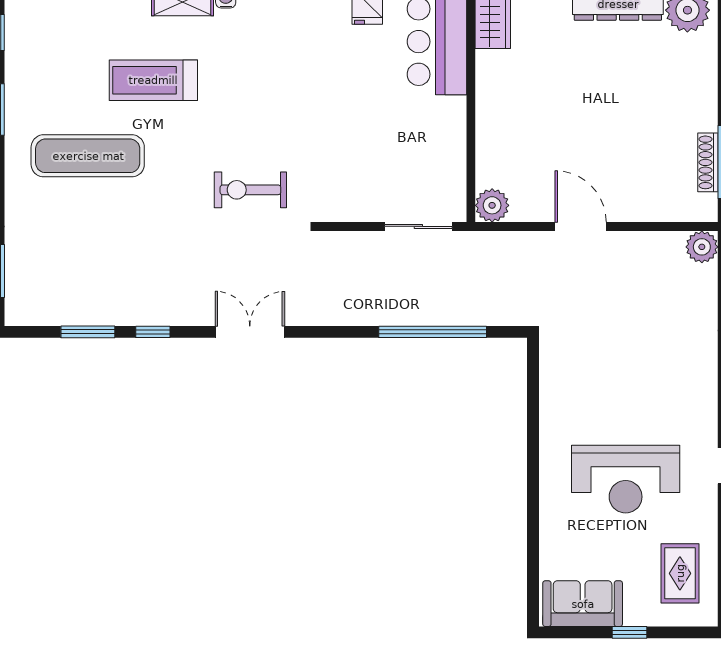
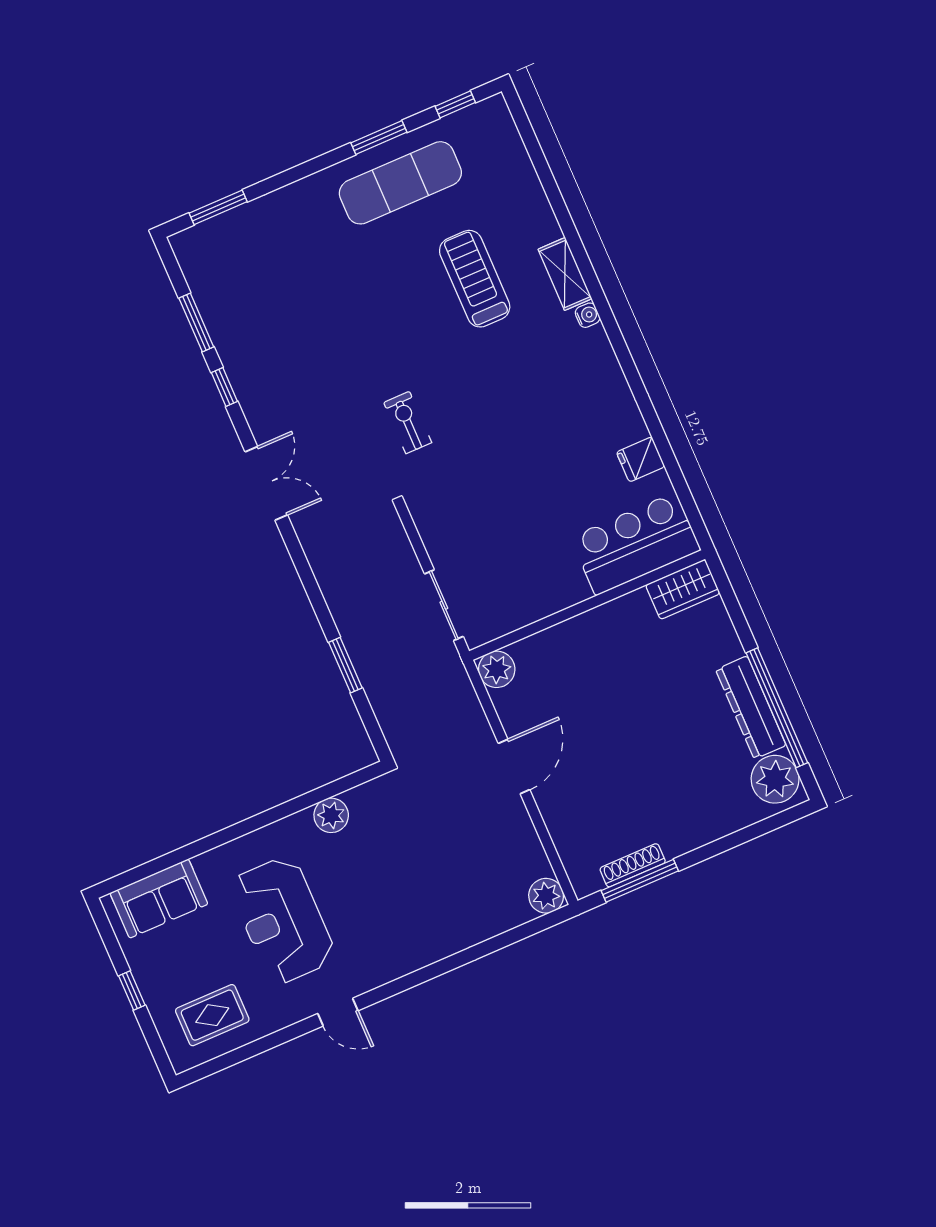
exercise mat: (88, 156) -> (400, 183), moved, turned 90
exercise bike: (250, 190) -> (408, 423), width x0.73, depth x0.72
window: (433, 332) -> (345, 665), width x0.47
plant: (555, 399) -> (331, 815), added
sofa: (583, 604) -> (159, 899), moved, turned 90

